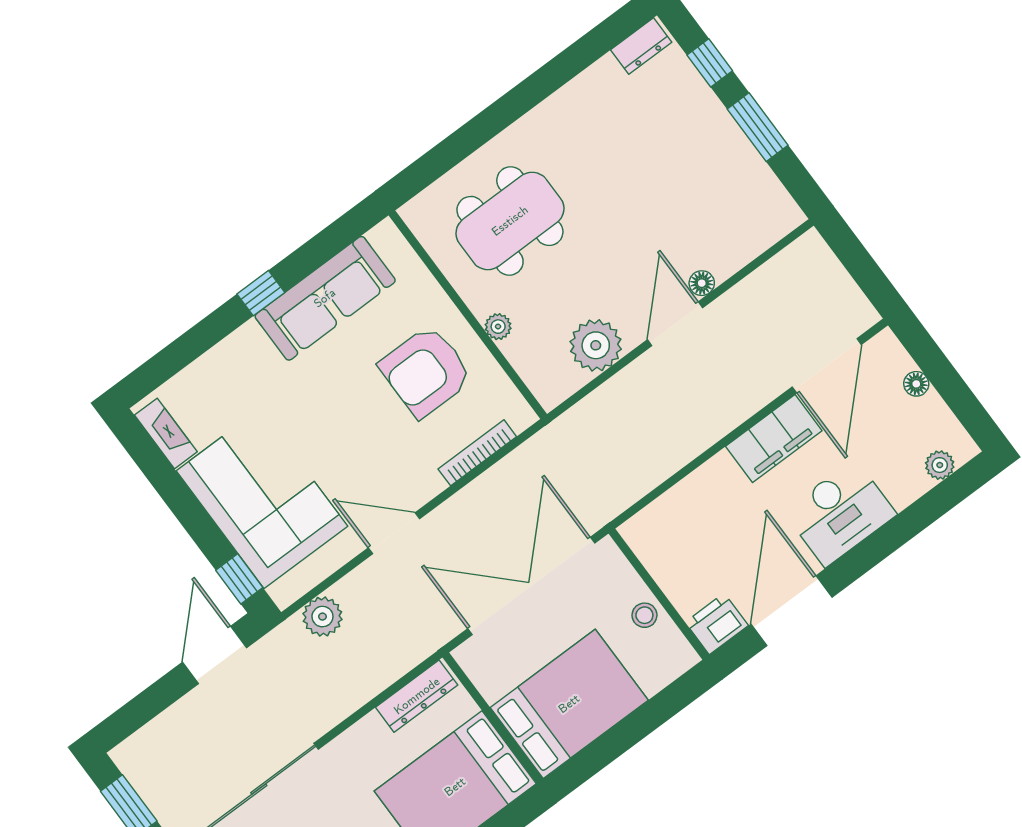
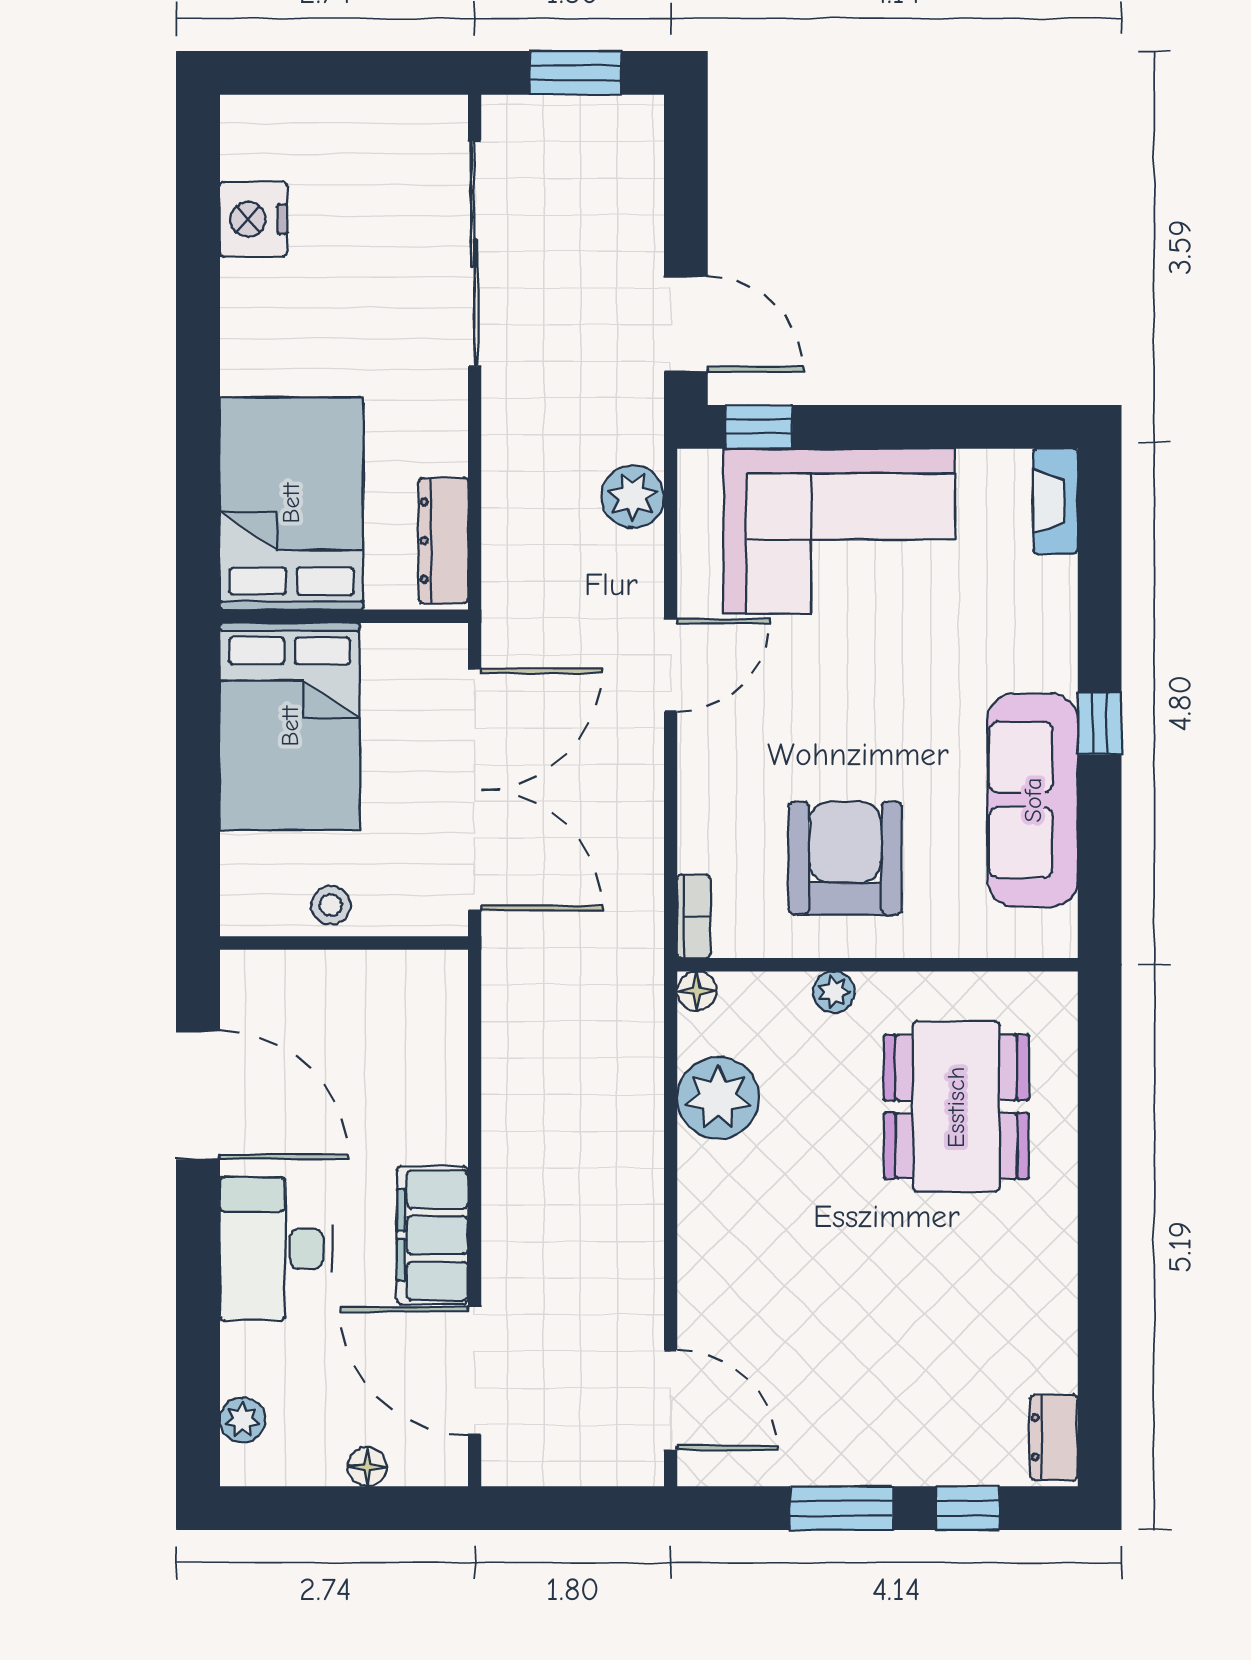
floor lamp: (702, 283) -> (697, 991), moved
door: (675, 324) -> (671, 1400), moved
fireplace: (166, 433) -> (1055, 501), moved, turned 90
bookcase: (477, 453) -> (694, 917), moved, width x0.64
printer: (717, 624) -> (252, 988), removed

